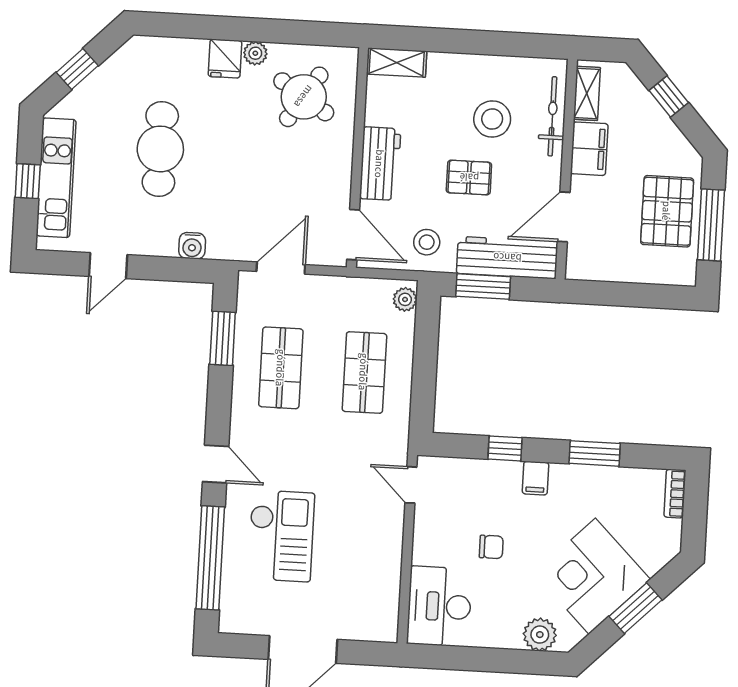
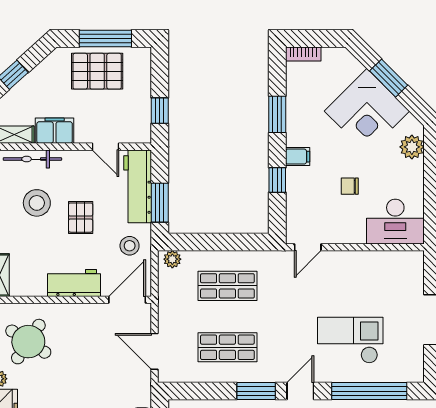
door: (564, 217) -> (105, 147), width x0.73
window: (609, 294) -> (160, 111), added
window: (223, 338) -> (256, 391), moved
chair: (491, 547) -> (350, 186), turned -90

